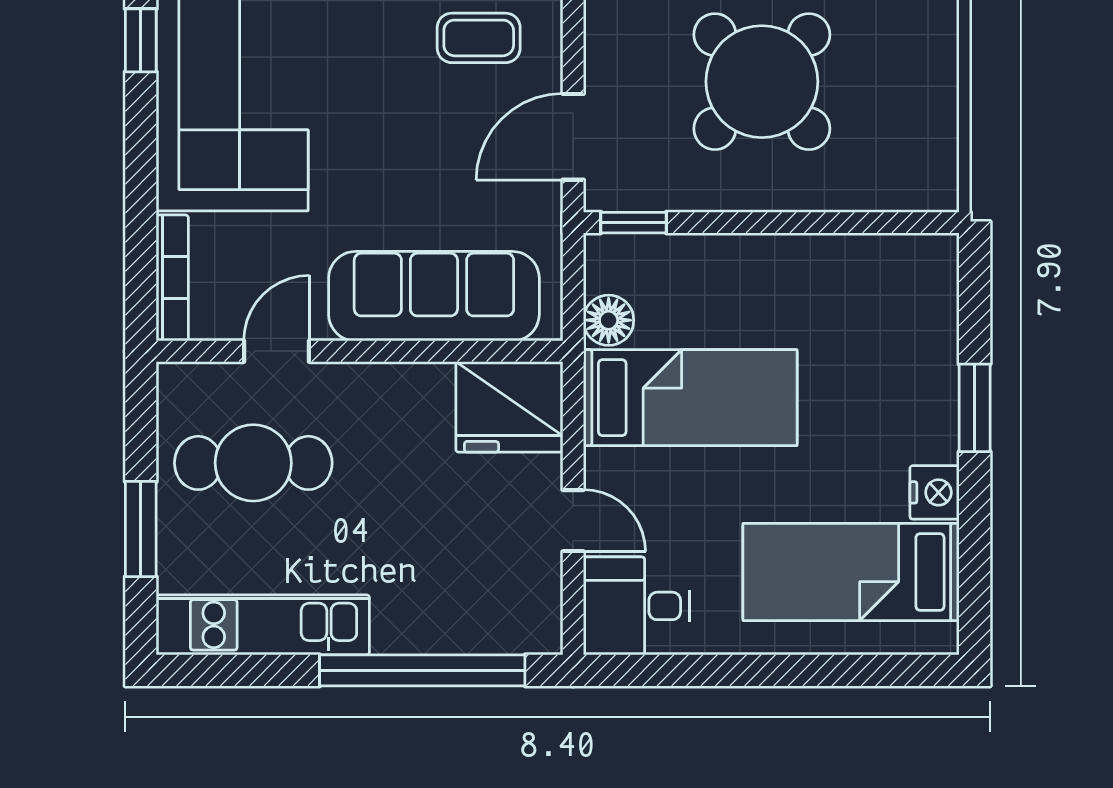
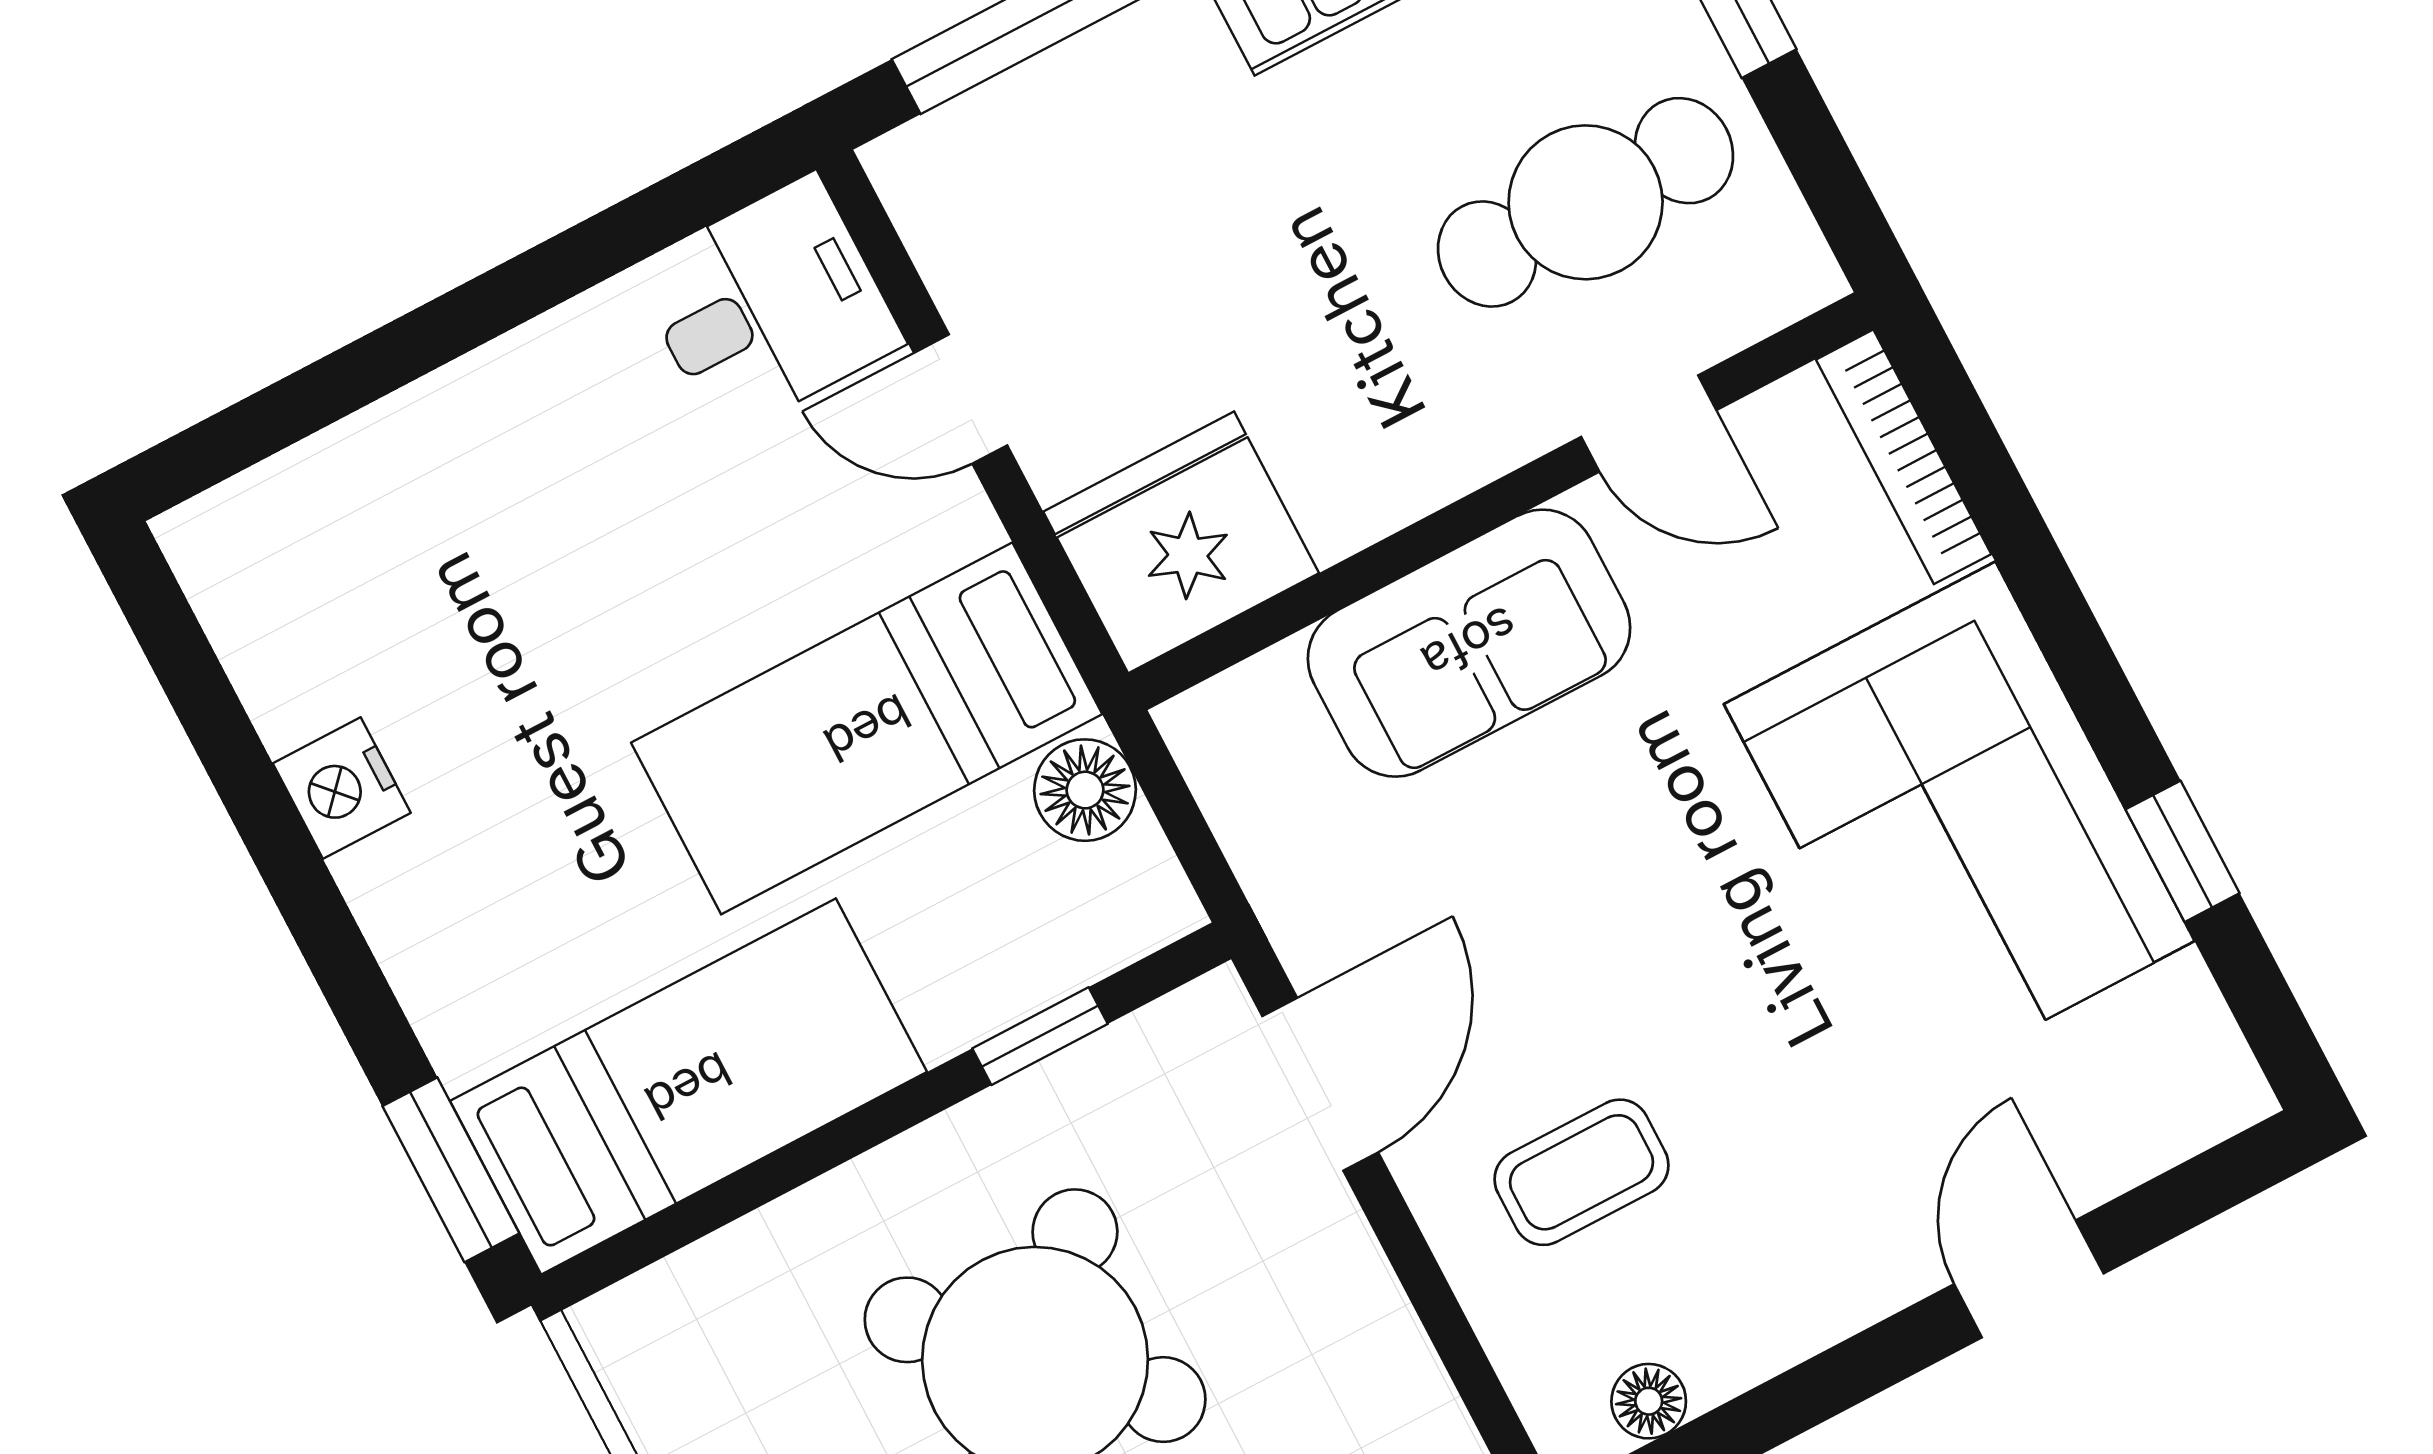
window: (634, 223) -> (1040, 1036), moved
sofa: (434, 296) -> (1469, 643), width x0.73
door: (276, 351) -> (1649, 423), hinge flipped
window: (975, 408) -> (451, 1170), moved
bed: (851, 572) -> (688, 1086), moved

